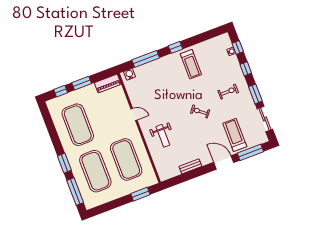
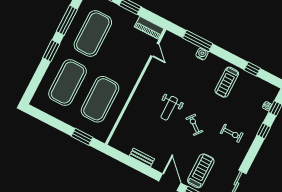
window: (176, 47) -> (252, 69), moved
water cooler: (129, 74) -> (202, 54), moved
window: (255, 94) -> (250, 158), removed
door: (134, 114) -> (155, 50), moved
weight bench: (163, 136) -> (169, 108), moved
window: (75, 192) -> (67, 20), moved

